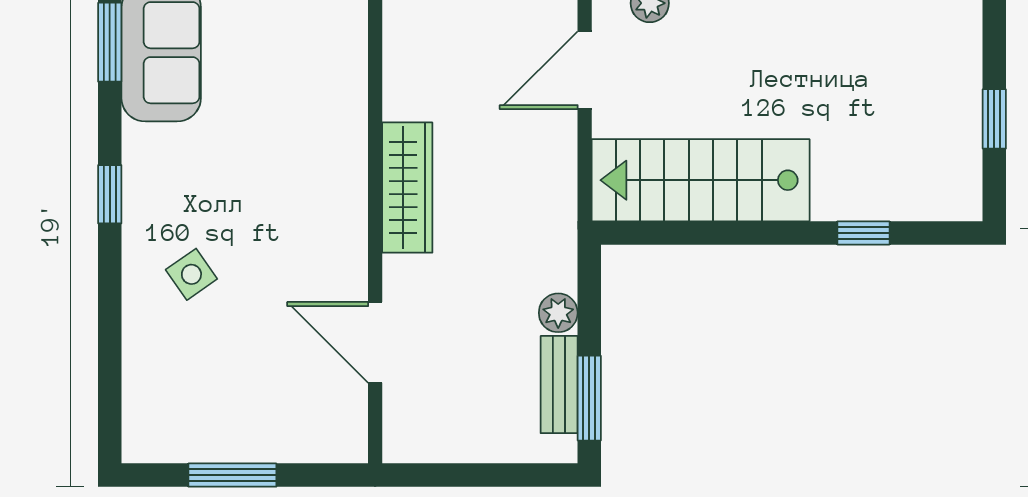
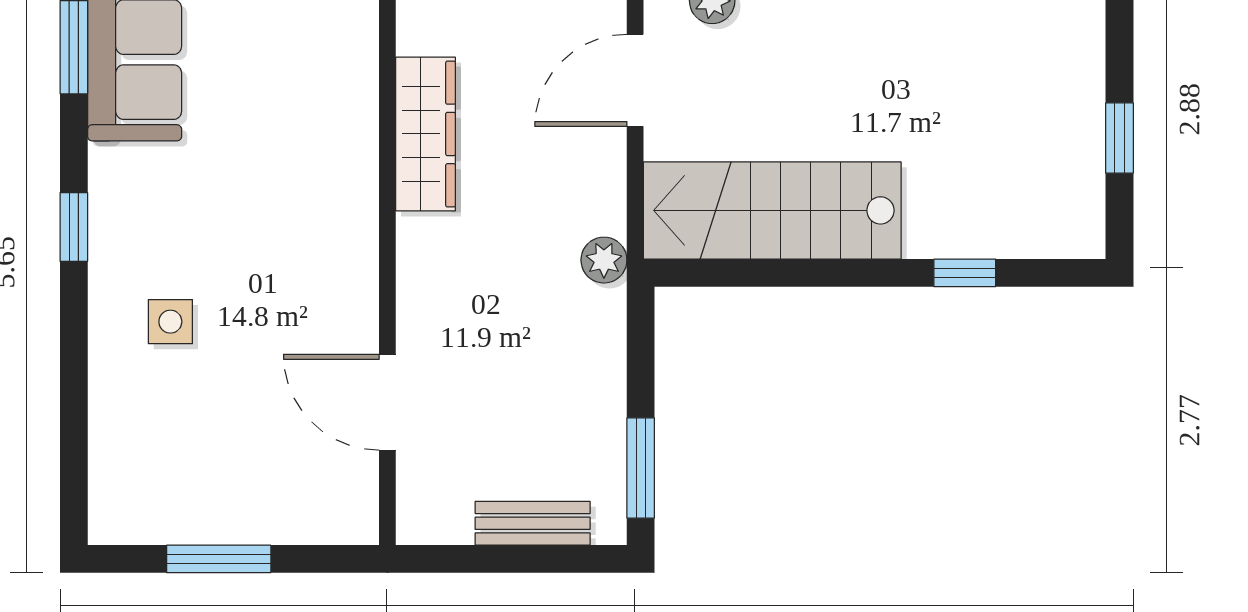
wardrobe: (407, 188) -> (426, 134), moved
side table: (191, 274) -> (170, 322), turned 35
plant: (558, 313) -> (604, 260), moved
bench: (559, 385) -> (533, 523), moved, turned 90

